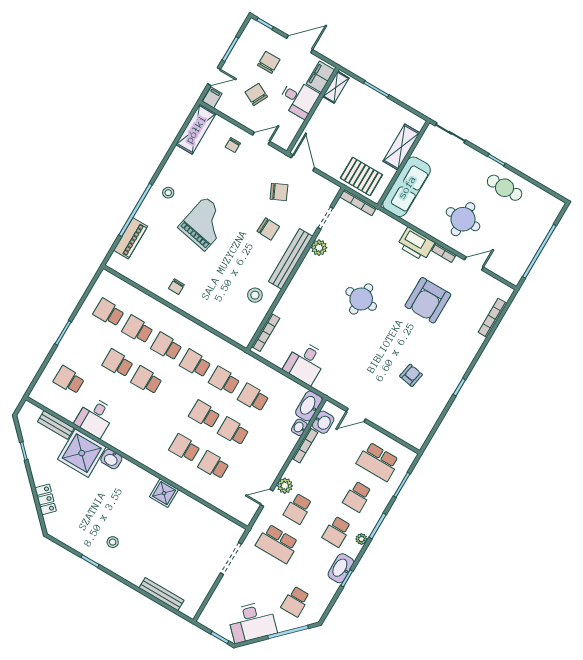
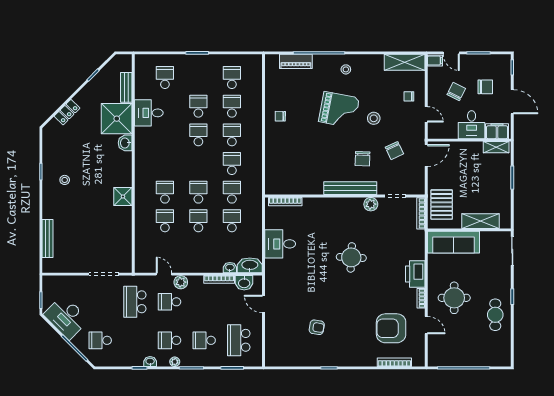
stool: (255, 295) -> (374, 118), moved
armchair: (428, 300) -> (391, 328), moved
washbasin: (341, 568) -> (150, 362), width x0.52, depth x0.69

